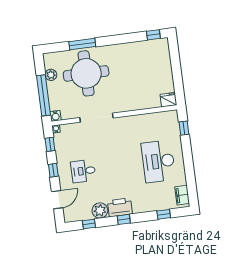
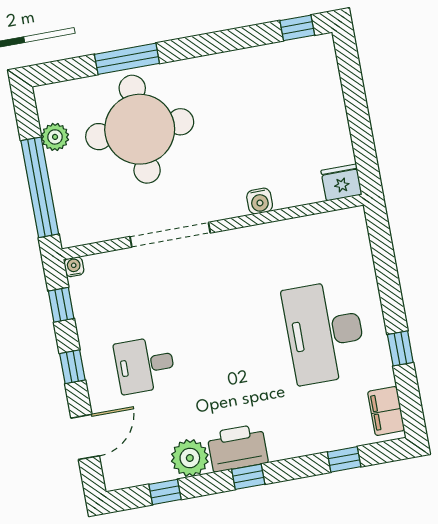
water cooler: (56, 116) -> (260, 201), moved
window: (184, 128) -> (400, 348), moved

